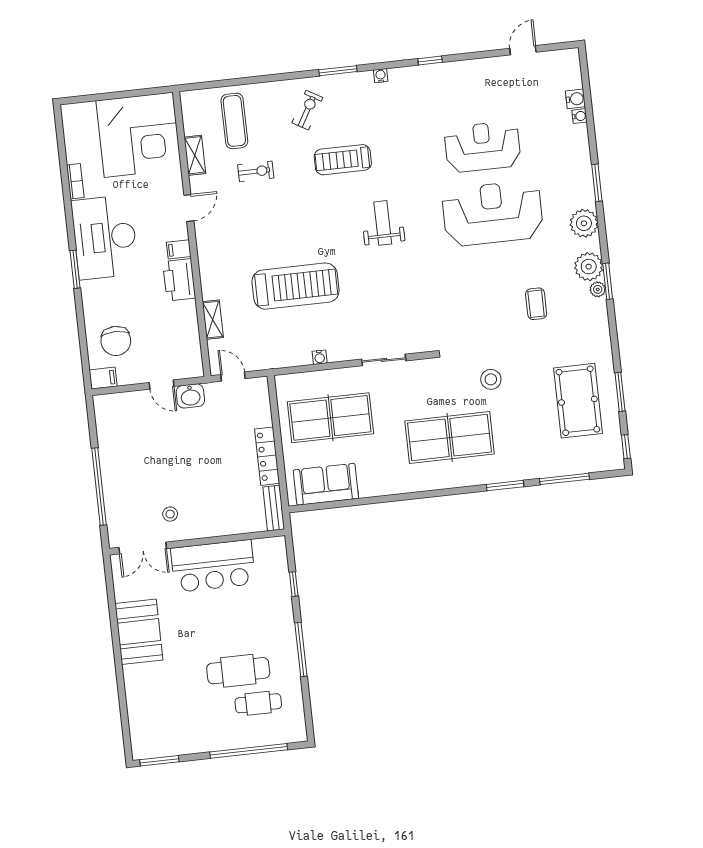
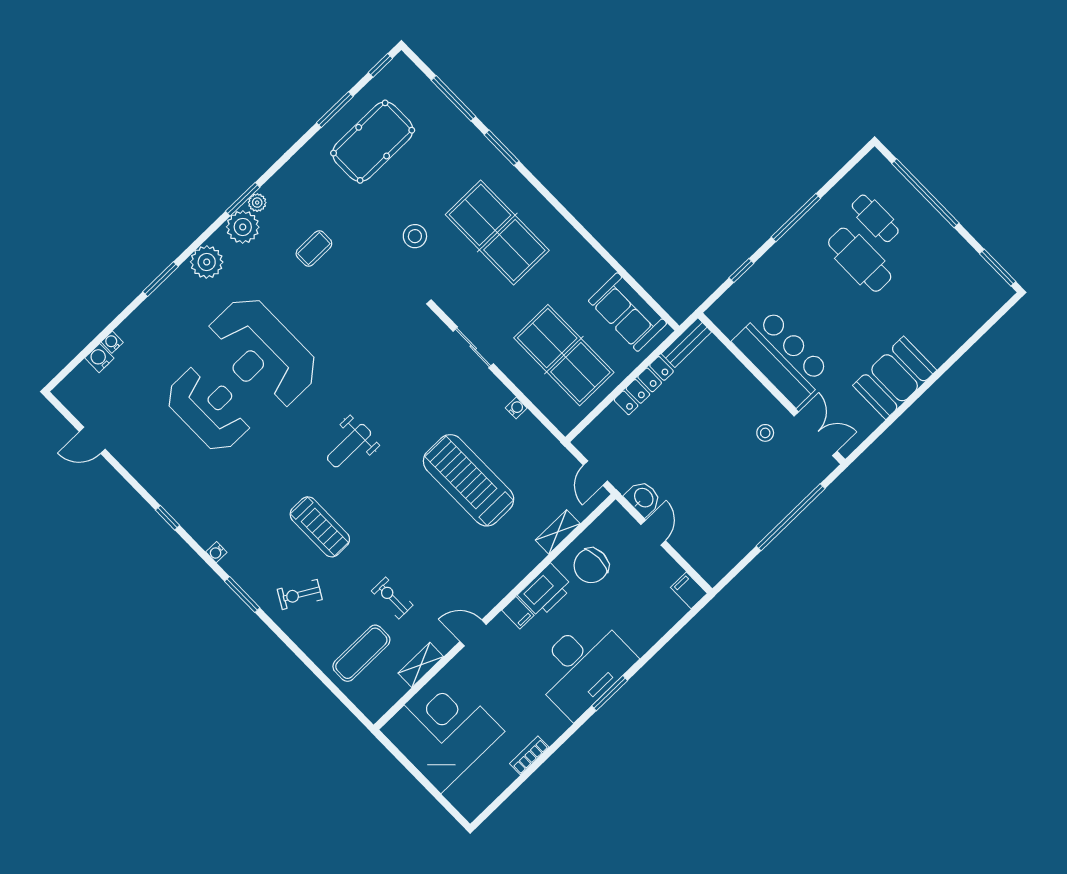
reception desk: (483, 147) -> (209, 409), turned 180
desk: (105, 237) -> (583, 666), moved
chair: (116, 341) -> (591, 566), moved, turned 180

